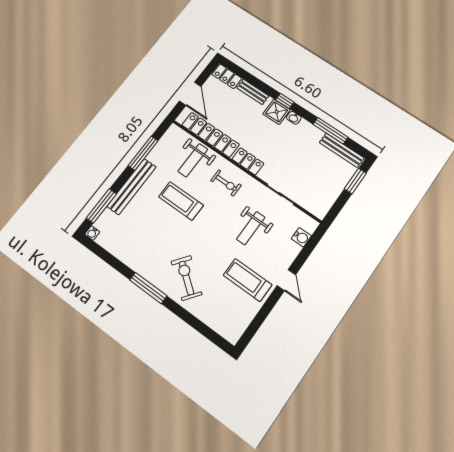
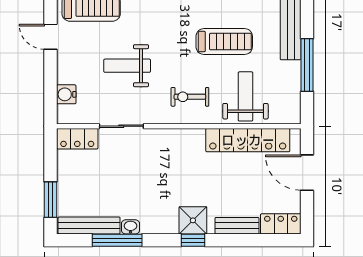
washbasin: (294, 118) -> (130, 227), moved
locker: (248, 161) -> (77, 139), moved
weight bench: (251, 228) -> (127, 66), turned -90

